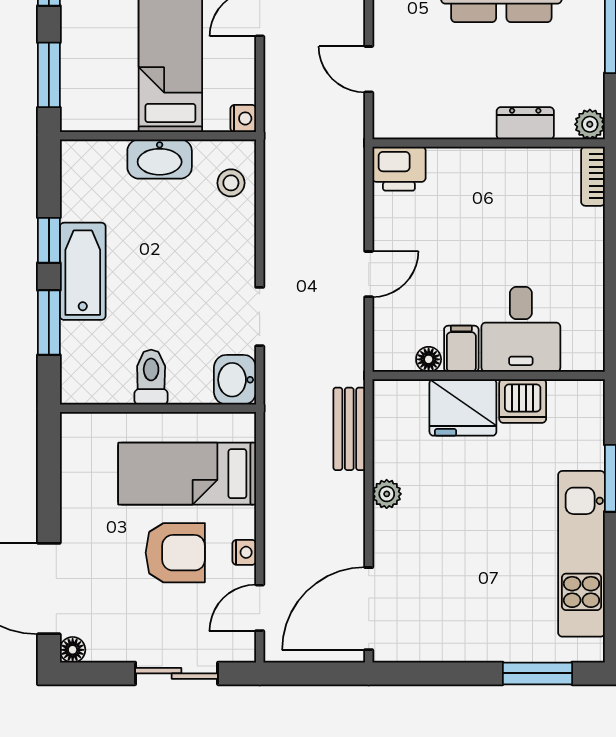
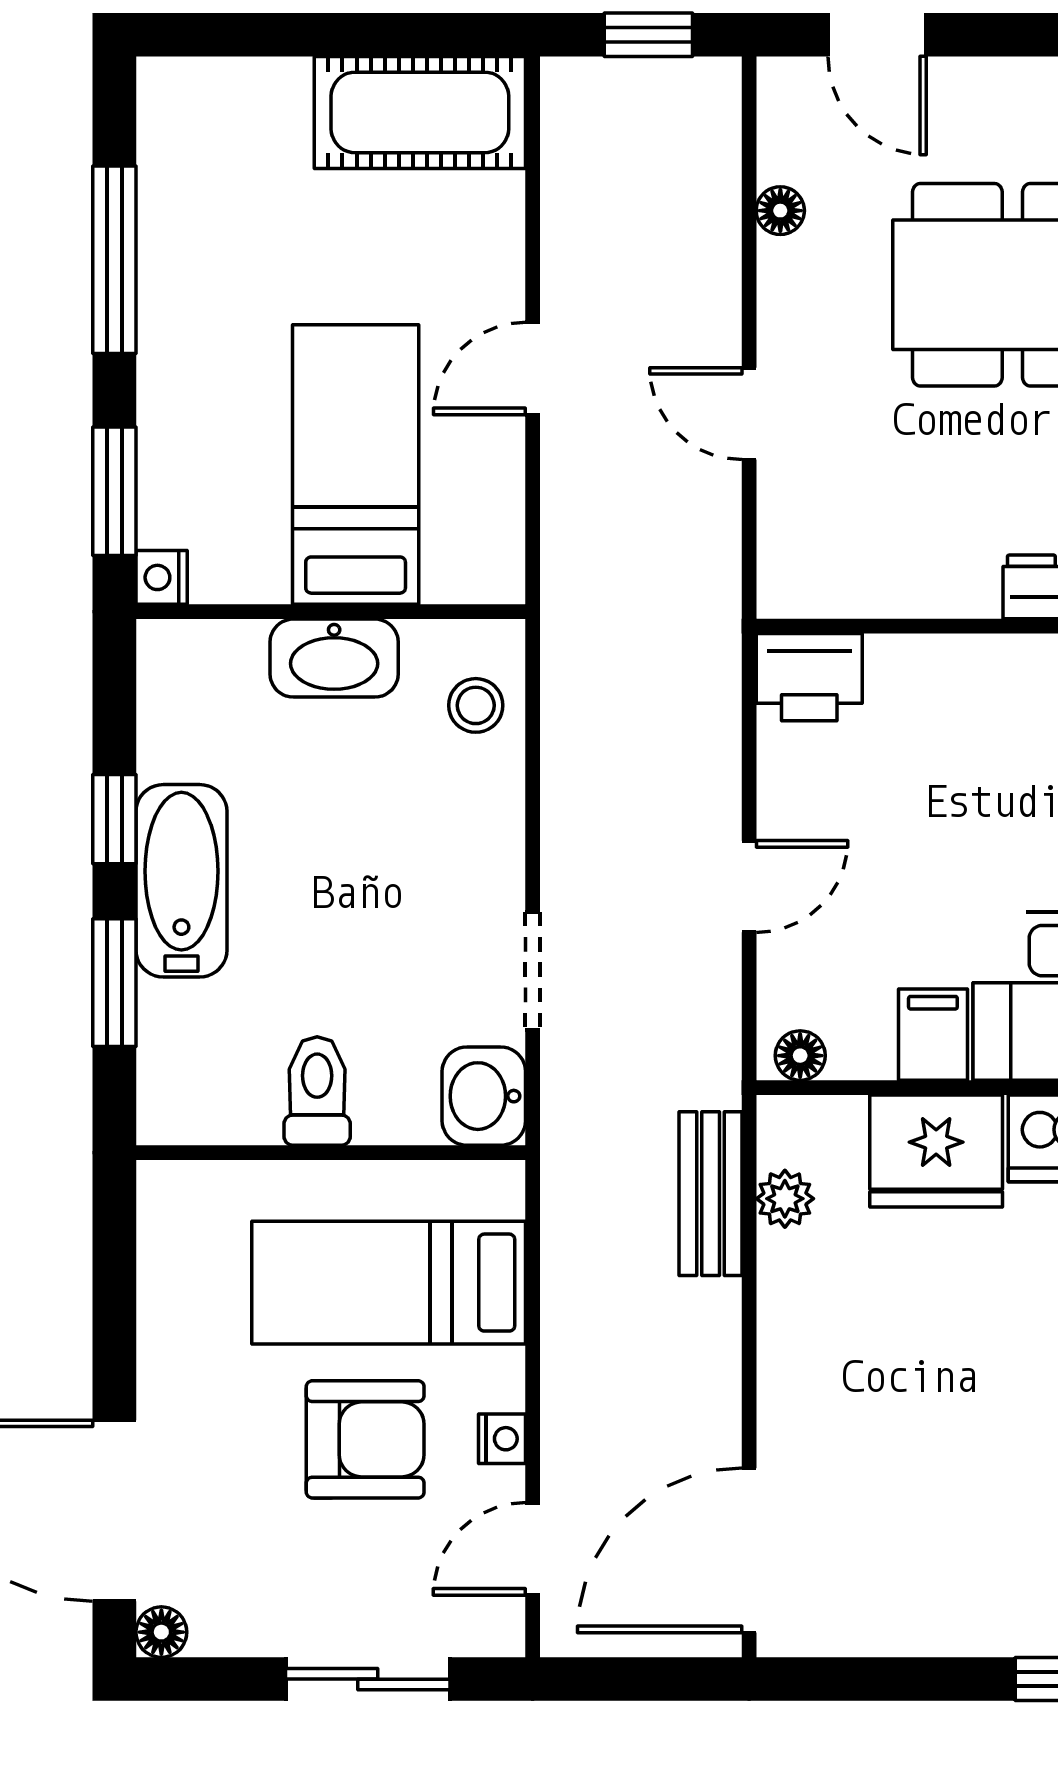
door: (369, 69) -> (749, 414), moved
nightstand: (243, 118) -> (162, 577), moved, turned 180
floor lamp: (429, 359) -> (800, 1056), moved
plant: (387, 494) -> (785, 1199), moved

